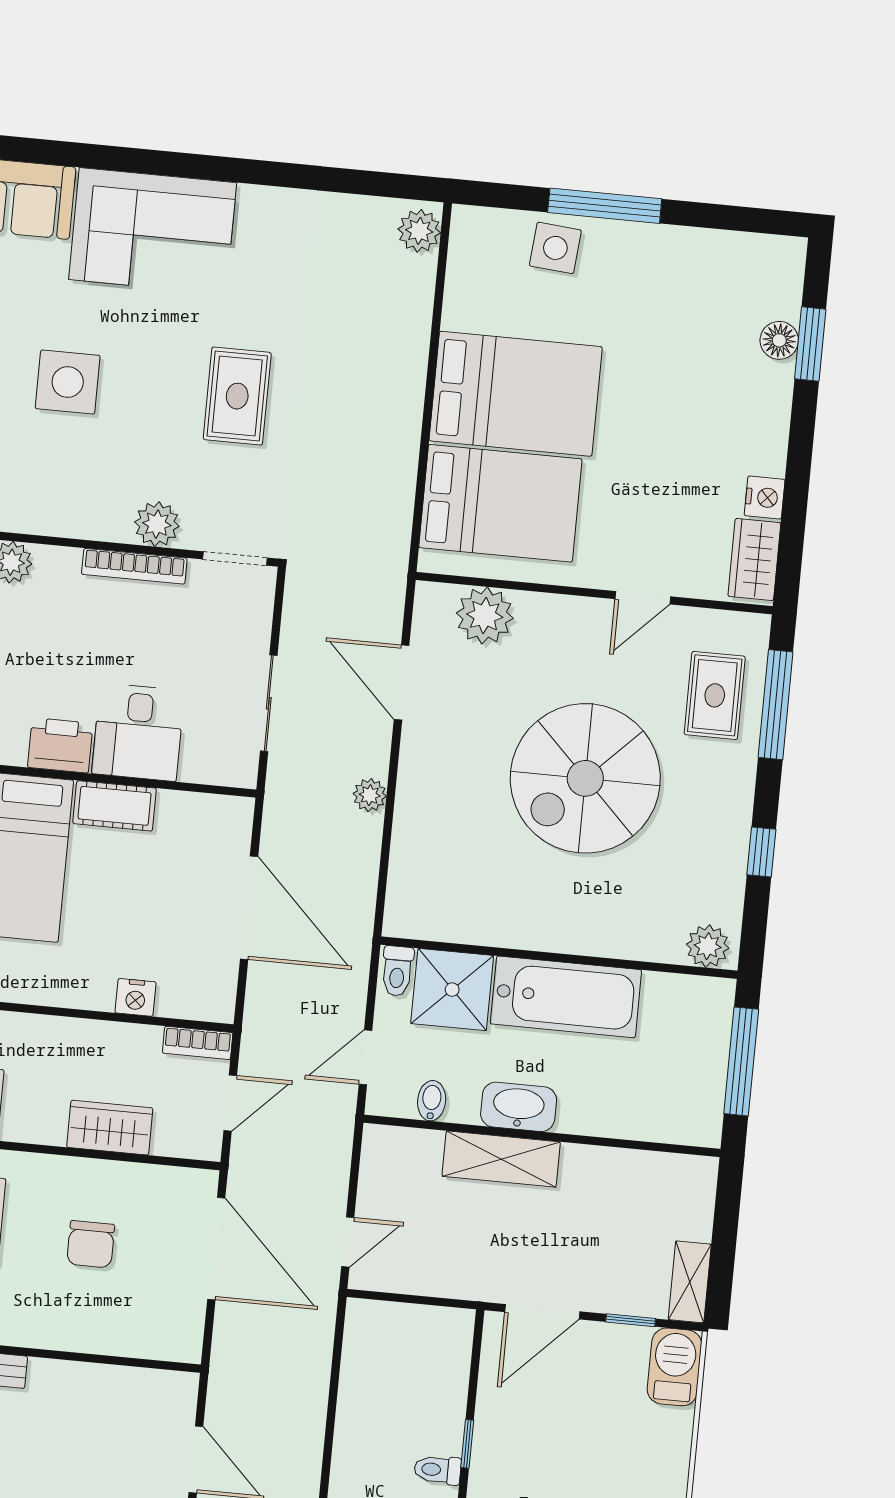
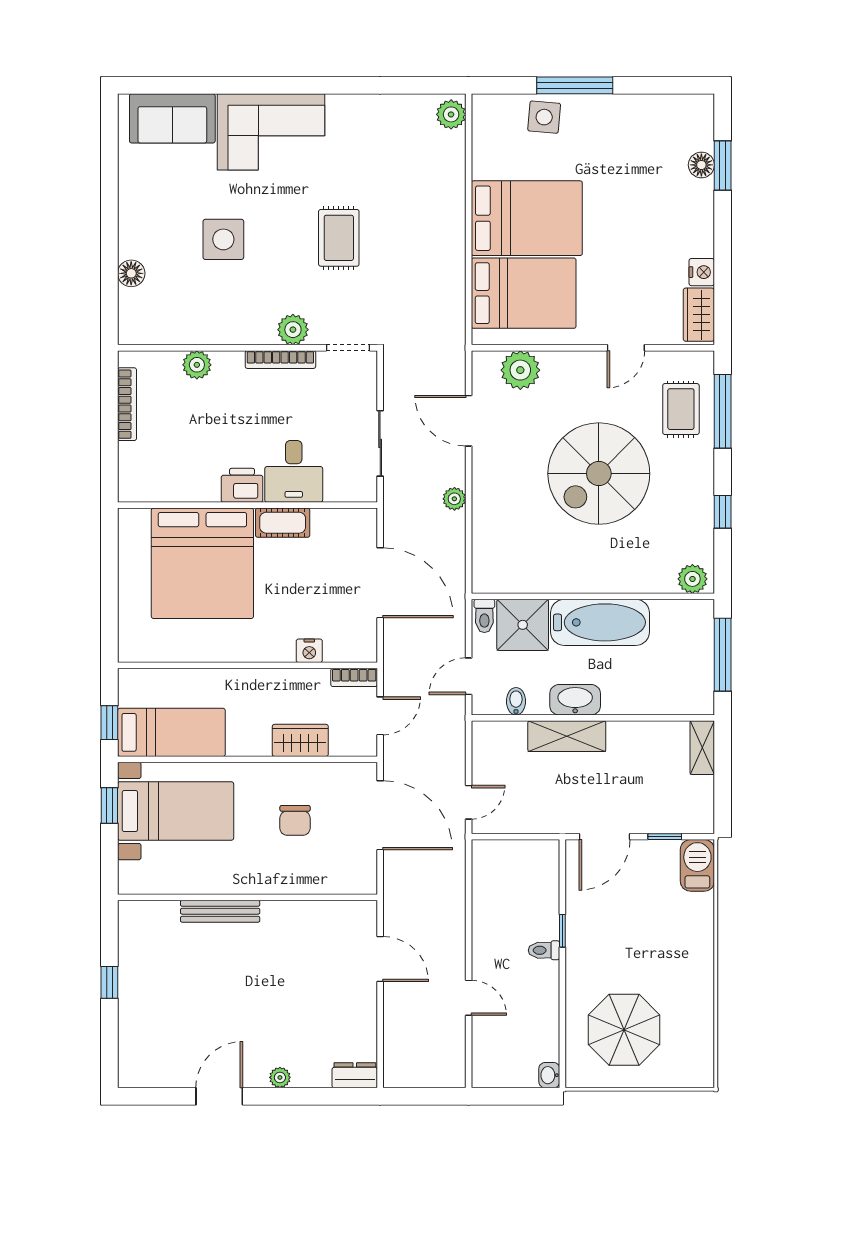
shelving: (690, 1282) -> (702, 748), moved

